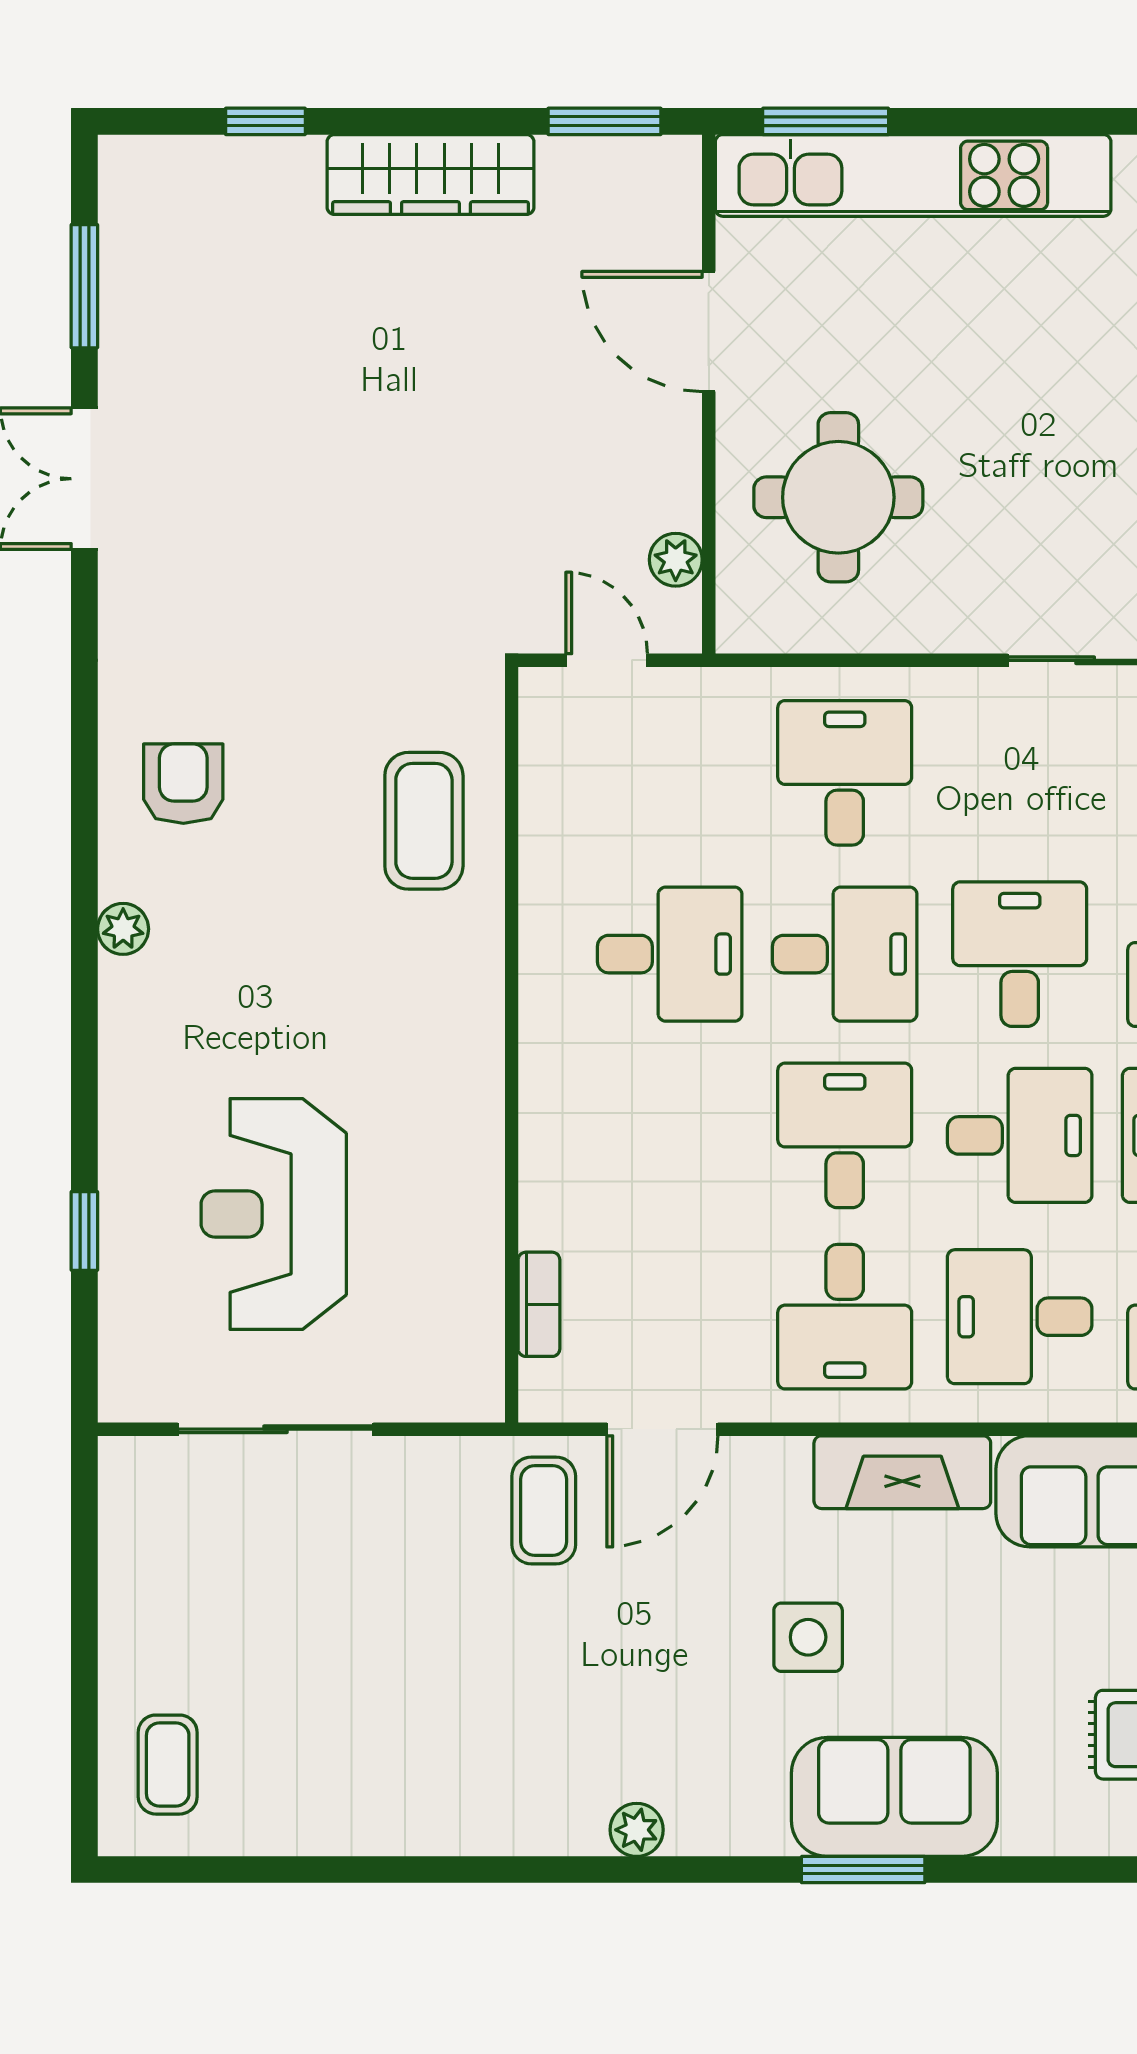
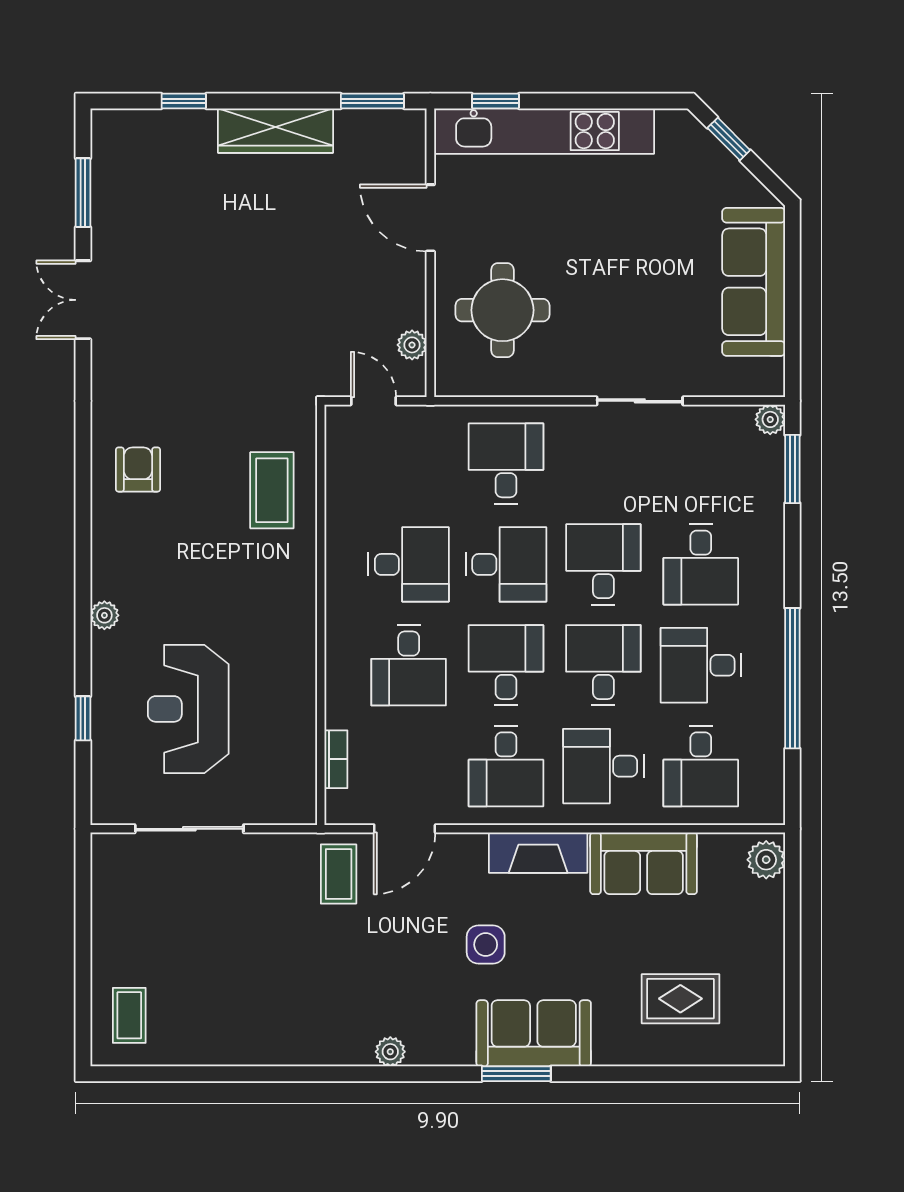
window: (826, 121) -> (495, 101), width x0.67
plant: (123, 929) -> (104, 615), moved
desk: (670, 1135) -> (409, 665), added
desk: (1020, 1135) -> (603, 665), turned -90

